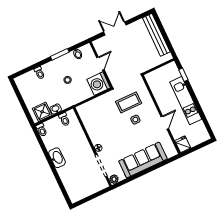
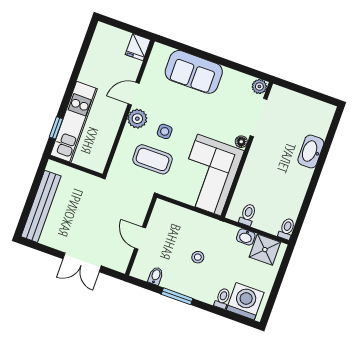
door: (100, 64) -> (140, 238), hinge flipped
washing machine: (99, 84) -> (245, 301), moved, turned -90
kitchen unit: (186, 101) -> (74, 122), moved
plant: (153, 113) -> (137, 119), added
corner sofa: (98, 120) -> (209, 175), added
washbasin: (57, 158) -> (311, 151), moved
sofa: (143, 160) -> (194, 72), width x0.73

